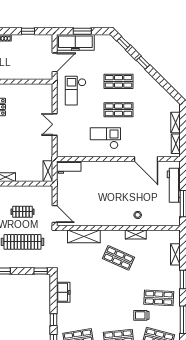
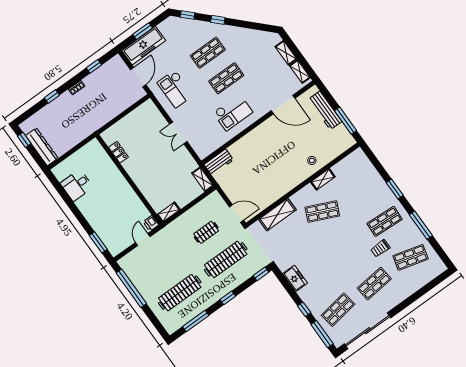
checkout: (105, 138) -> (233, 112), turned 180
shelving: (175, 254) -> (371, 171), removed

